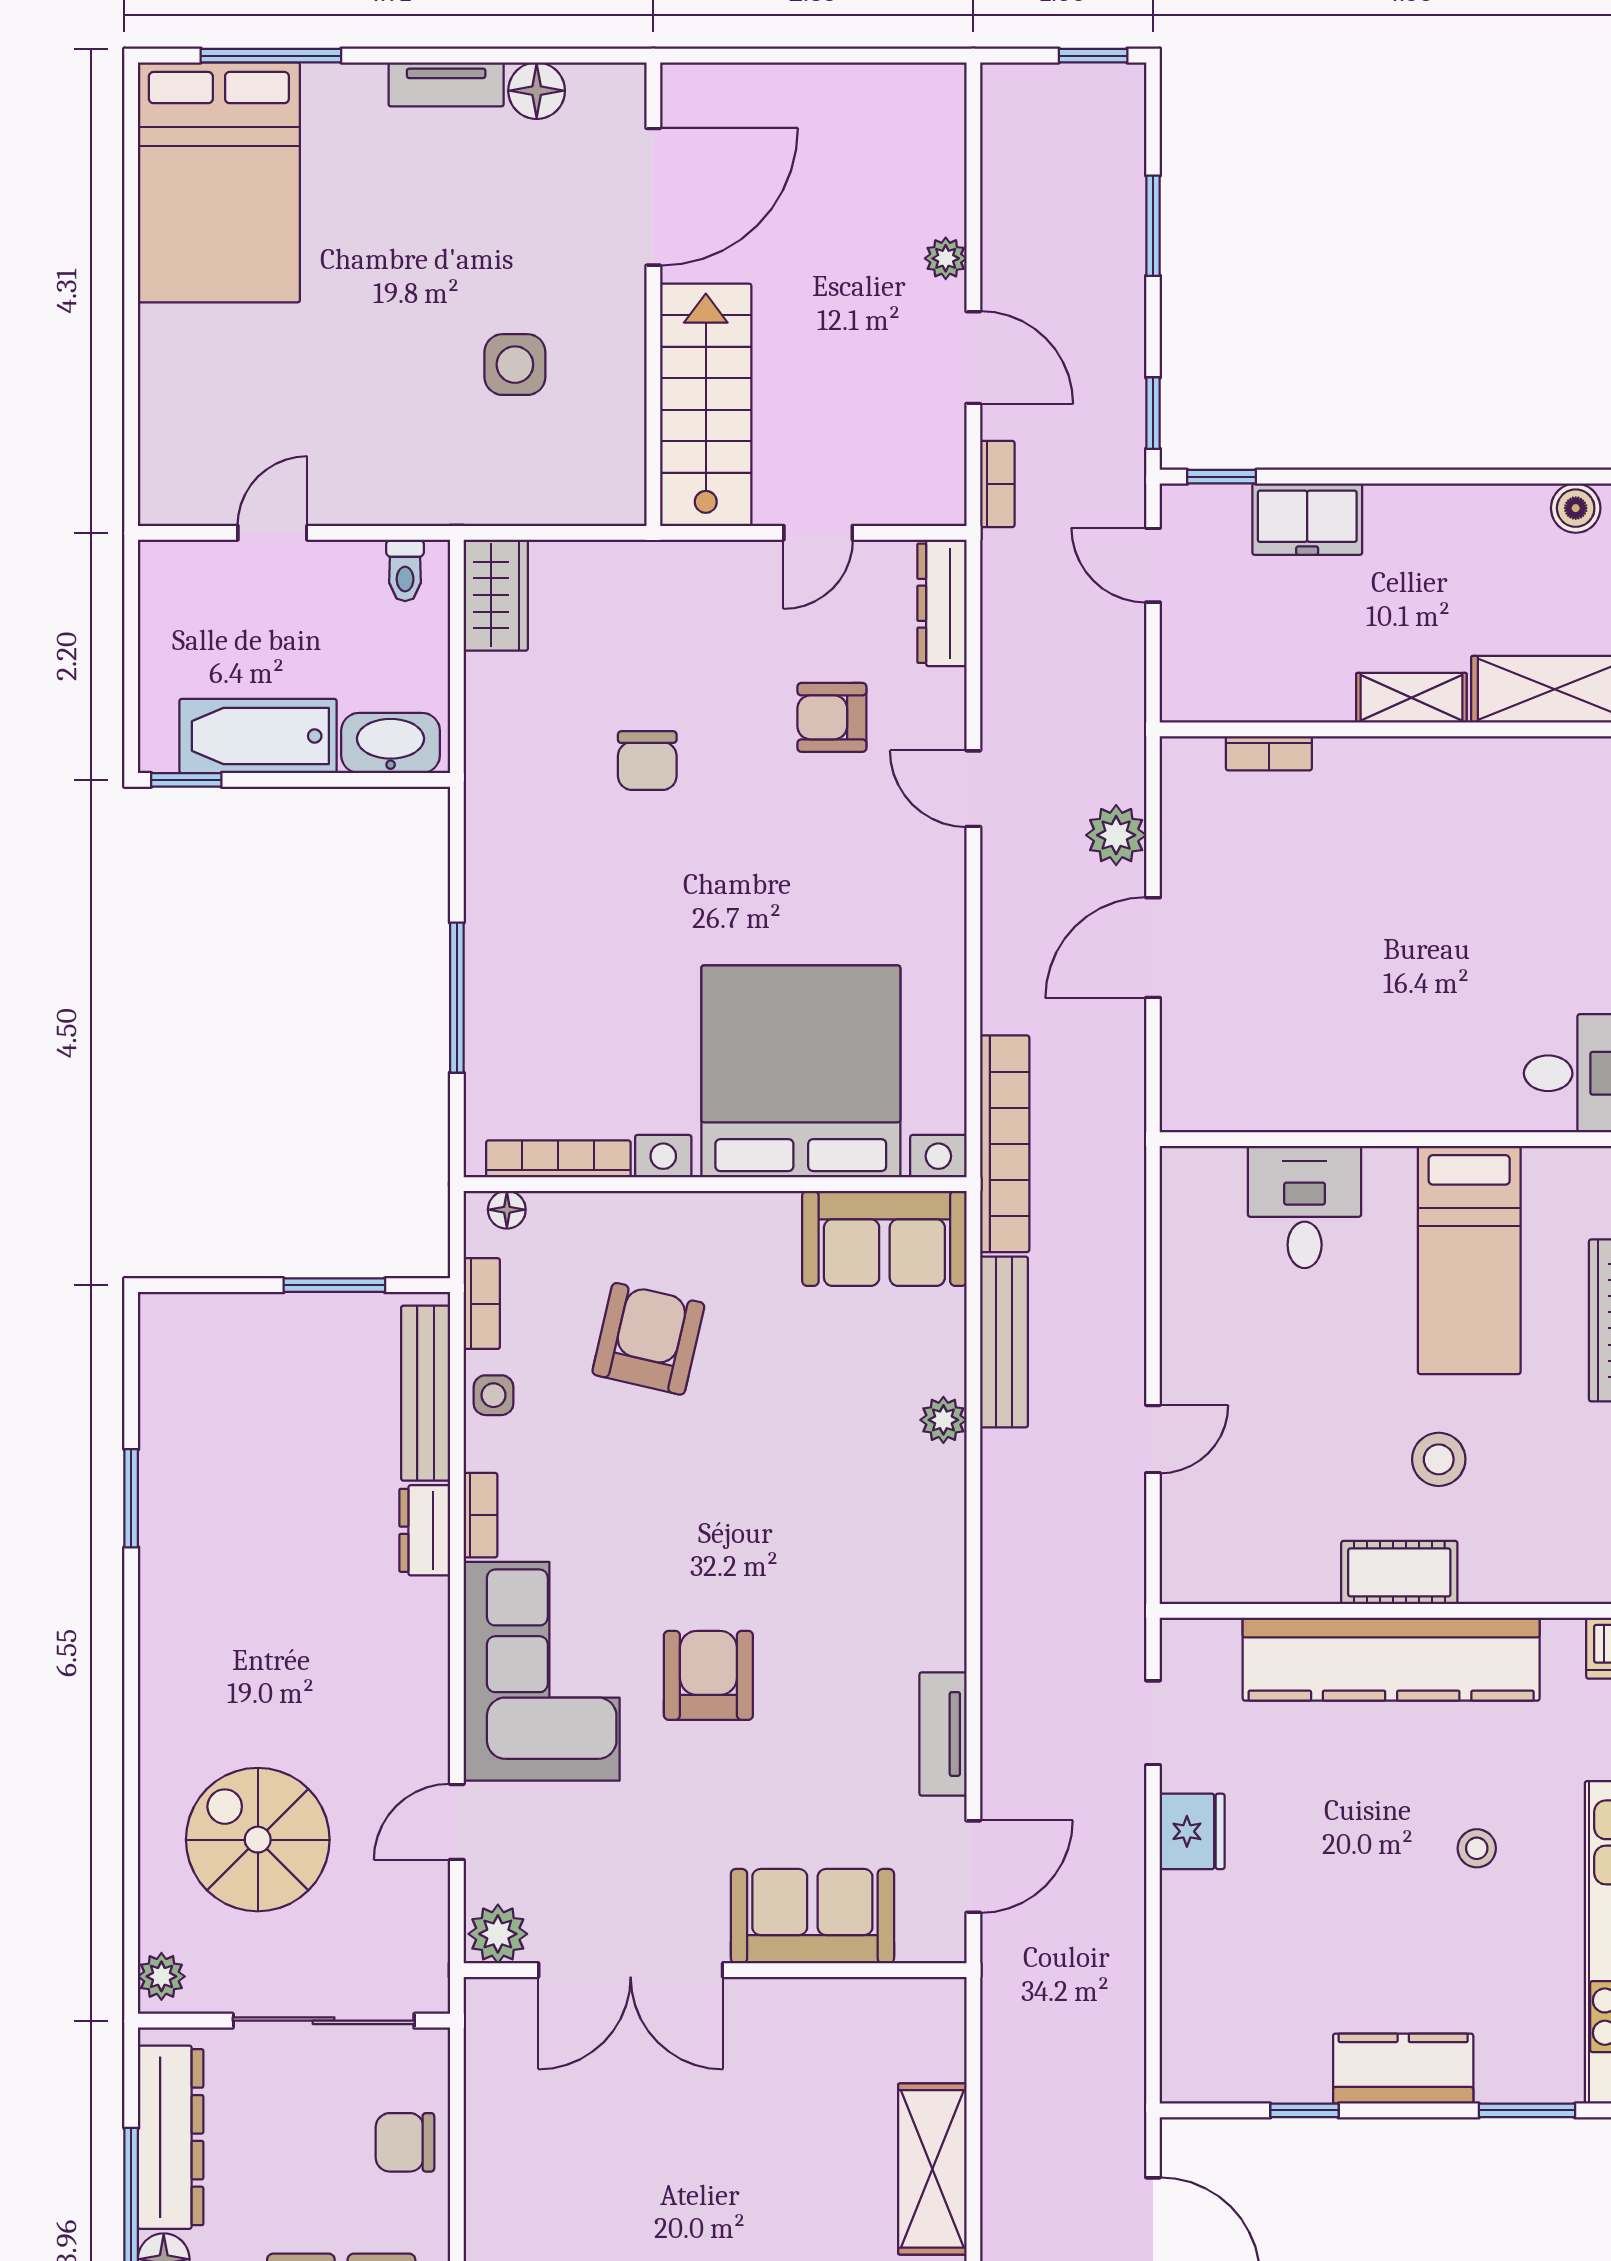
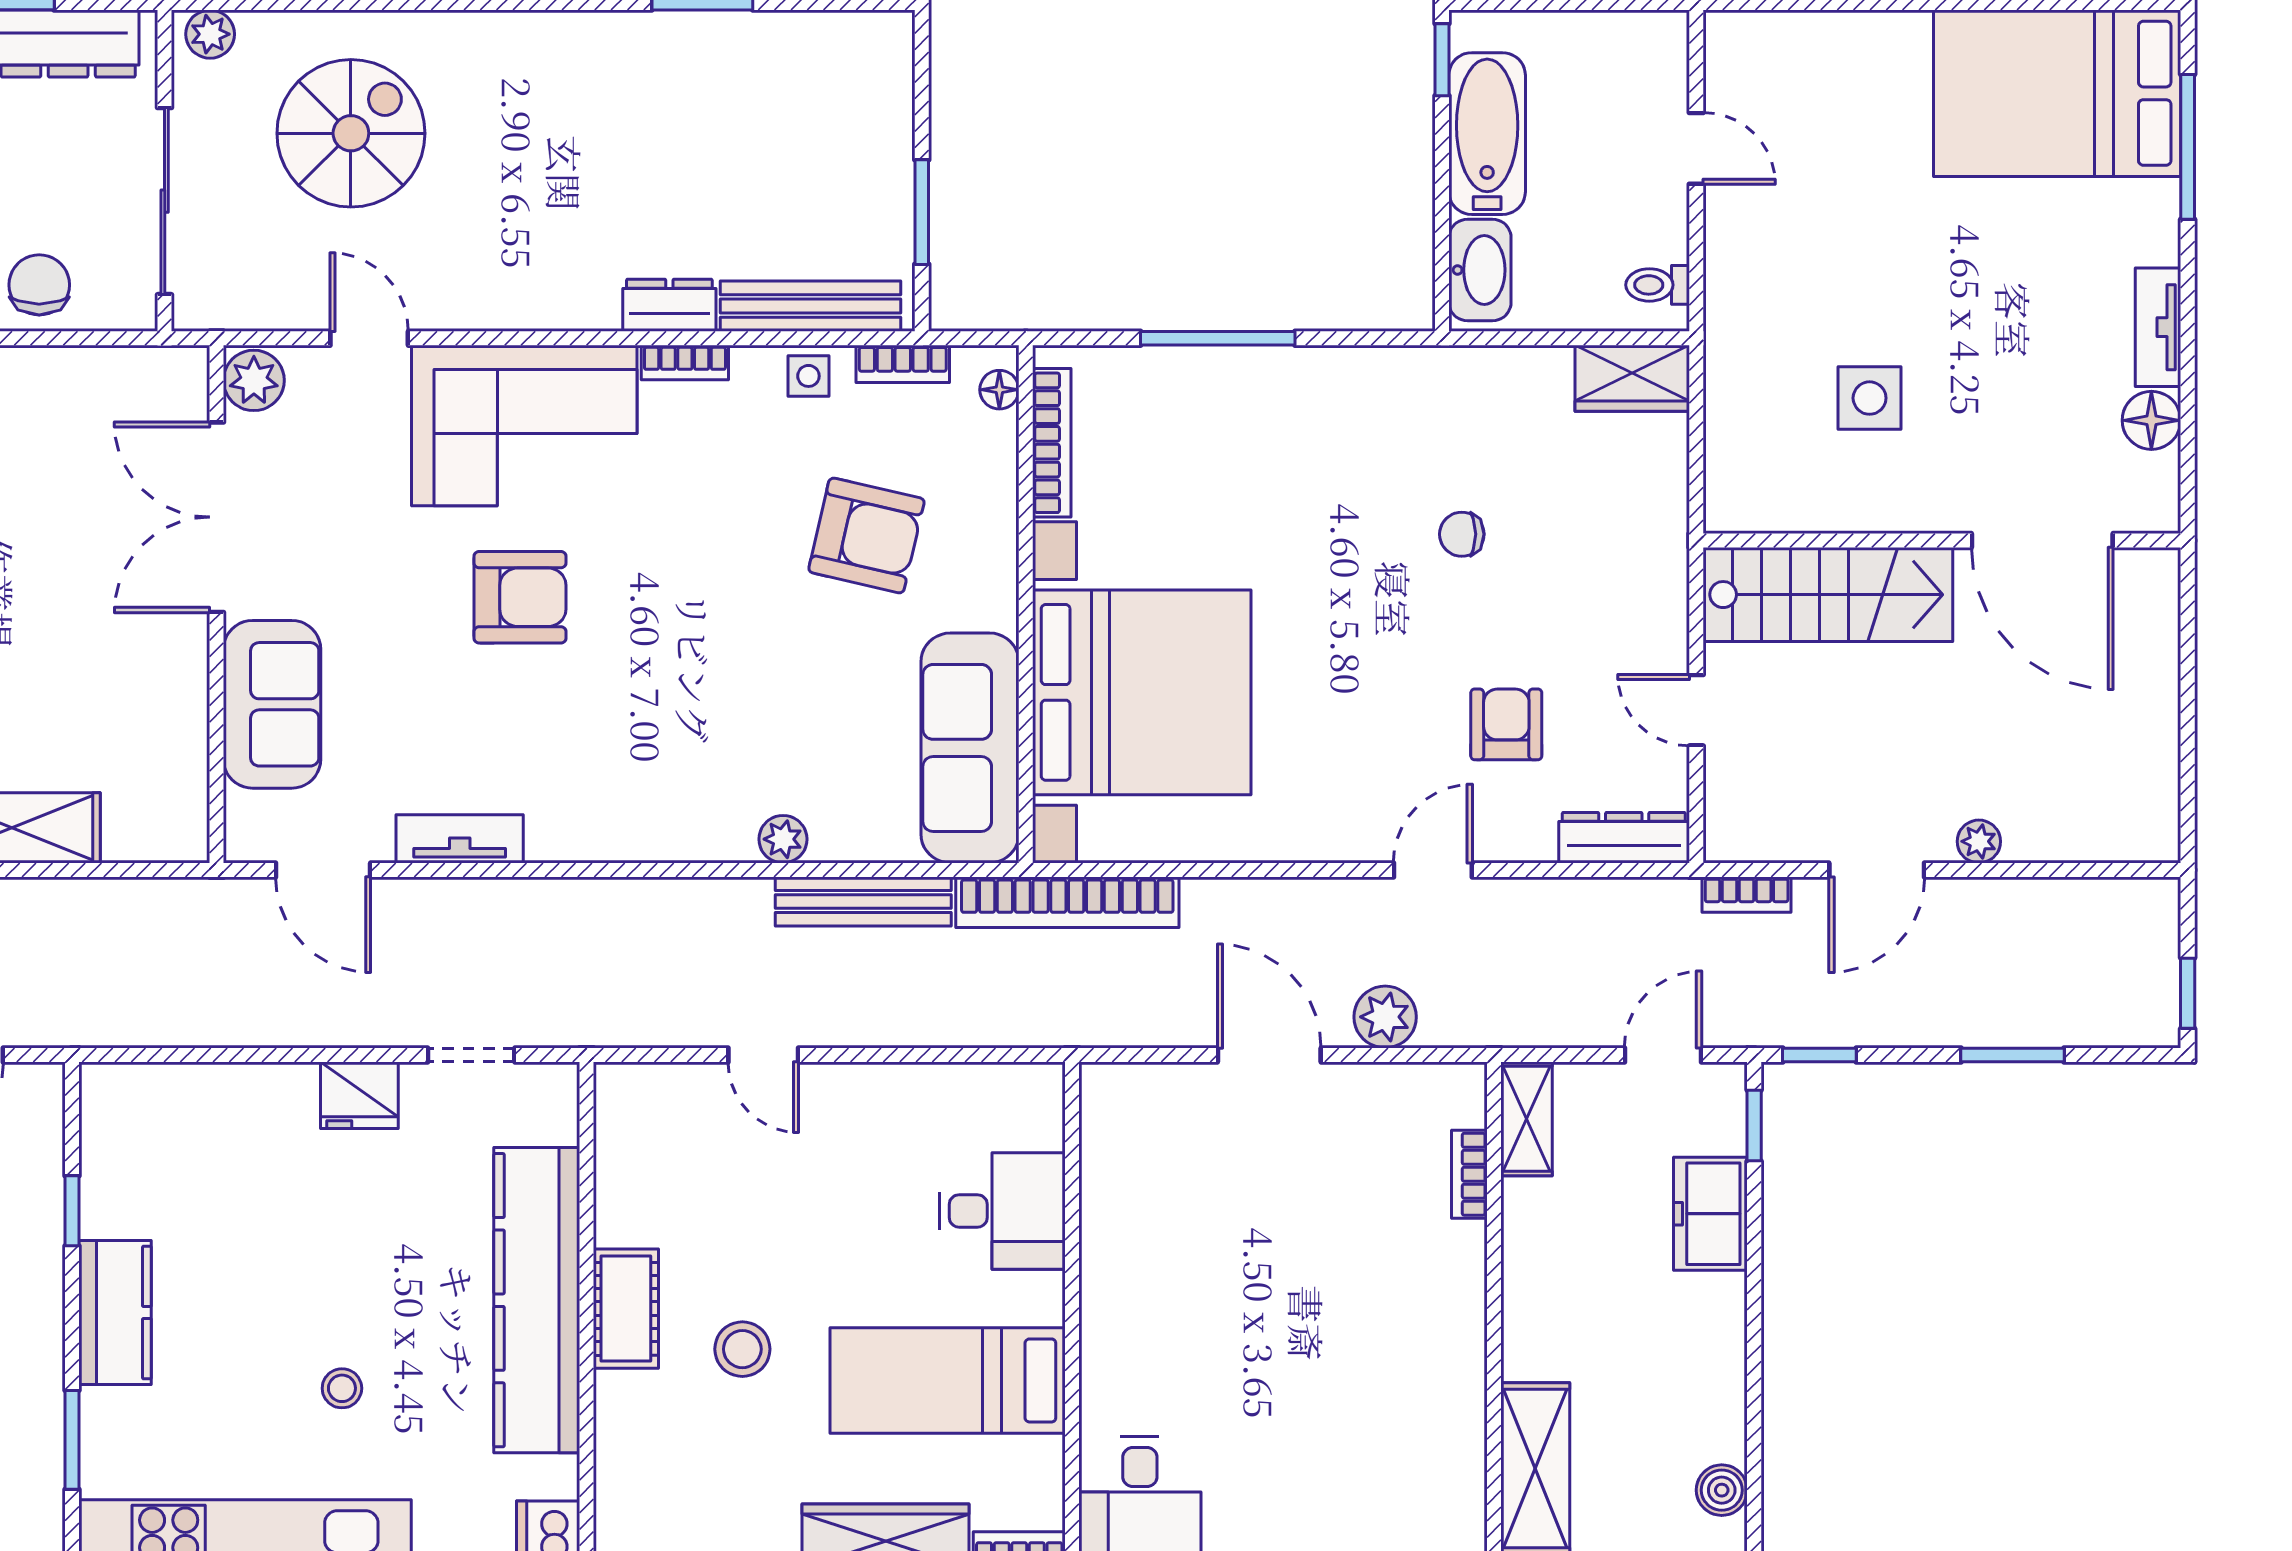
shelving: (1411, 698) -> (1527, 1119), moved
chair: (647, 761) -> (1462, 534), width x0.73, depth x0.73
sofa: (884, 1238) -> (970, 748), width x1.36

